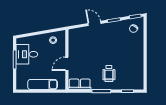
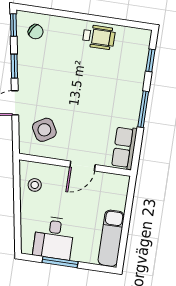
side table: (83, 41) -> (44, 130), added
door: (67, 64) -> (83, 166), hinge flipped
wheelchair: (109, 73) -> (99, 37), moved
exam couch: (43, 84) -> (111, 238), moved

